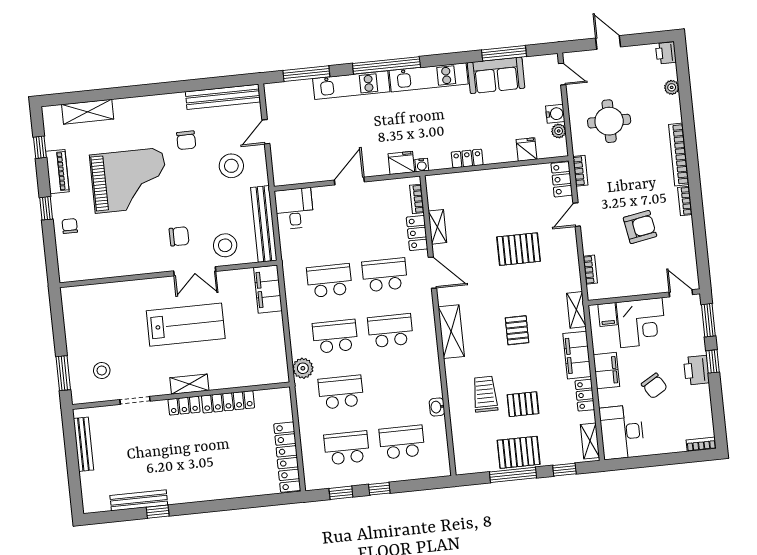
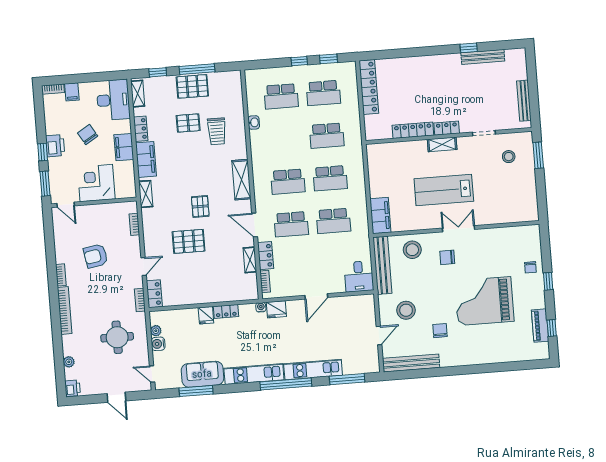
shelving: (88, 112) -> (515, 354), removed
fridge: (526, 149) -> (206, 315), moved
piano: (57, 172) -> (540, 326), moved
double door: (195, 271) -> (459, 229), moved
filing cabinet: (607, 315) -> (72, 92), moved, turned 180
pallet: (517, 330) -> (200, 206), moved
plant: (303, 368) -> (355, 154), removed

